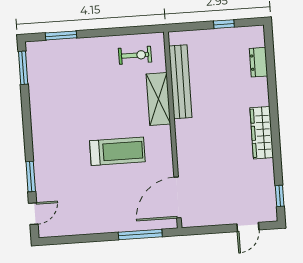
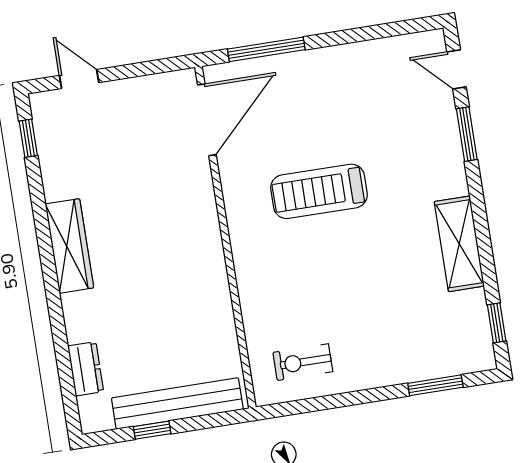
window: (23, 68) -> (497, 323), width x0.67
bench: (180, 82) -> (177, 404), moved, turned 90
shelving: (158, 99) -> (459, 244), moved
door: (33, 214) -> (457, 69), hinge flipped
door: (248, 227) -> (79, 79), hinge flipped

